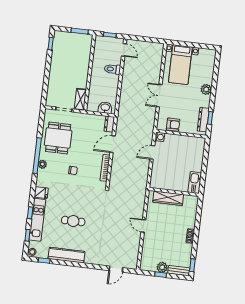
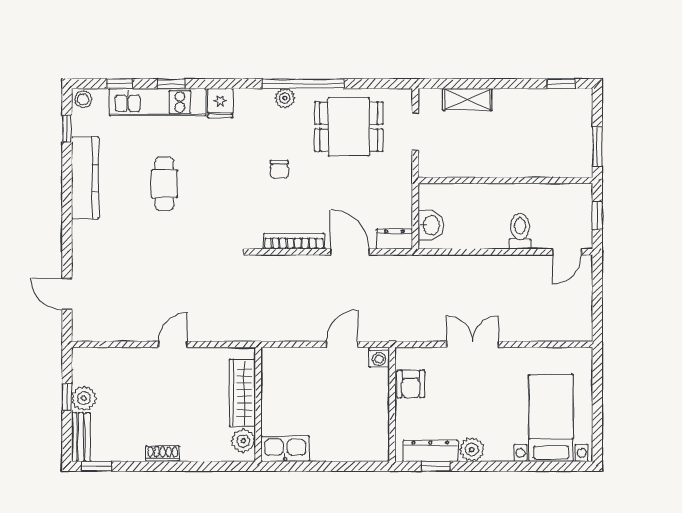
bed with nightstands: (180, 65) -> (551, 418), moved, turned 90
plant: (206, 89) -> (472, 449), moved
shelving: (80, 99) -> (467, 99), moved
door: (152, 152) -> (342, 344), hinge flipped
plant: (189, 200) -> (243, 441), added

